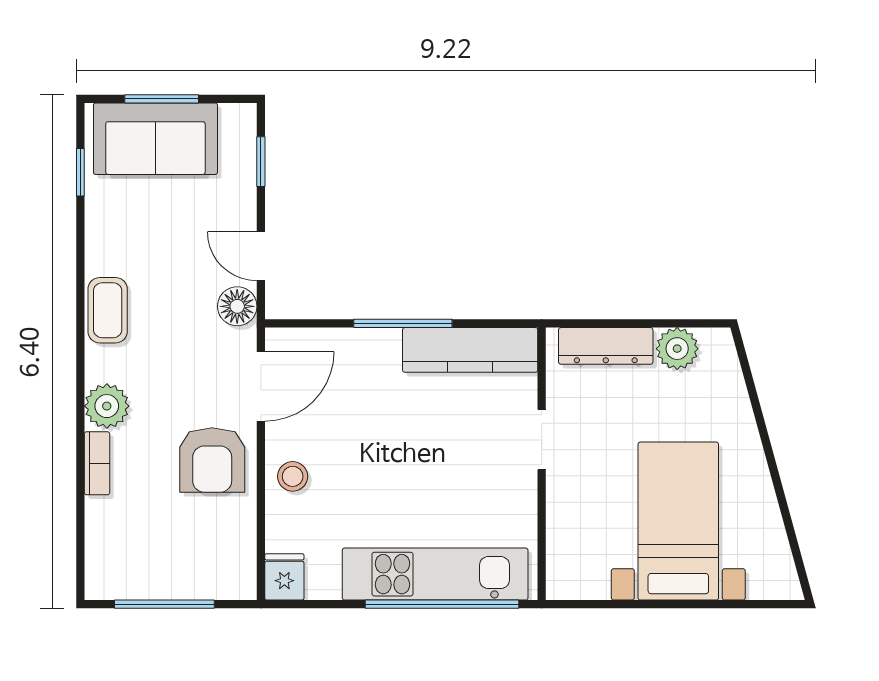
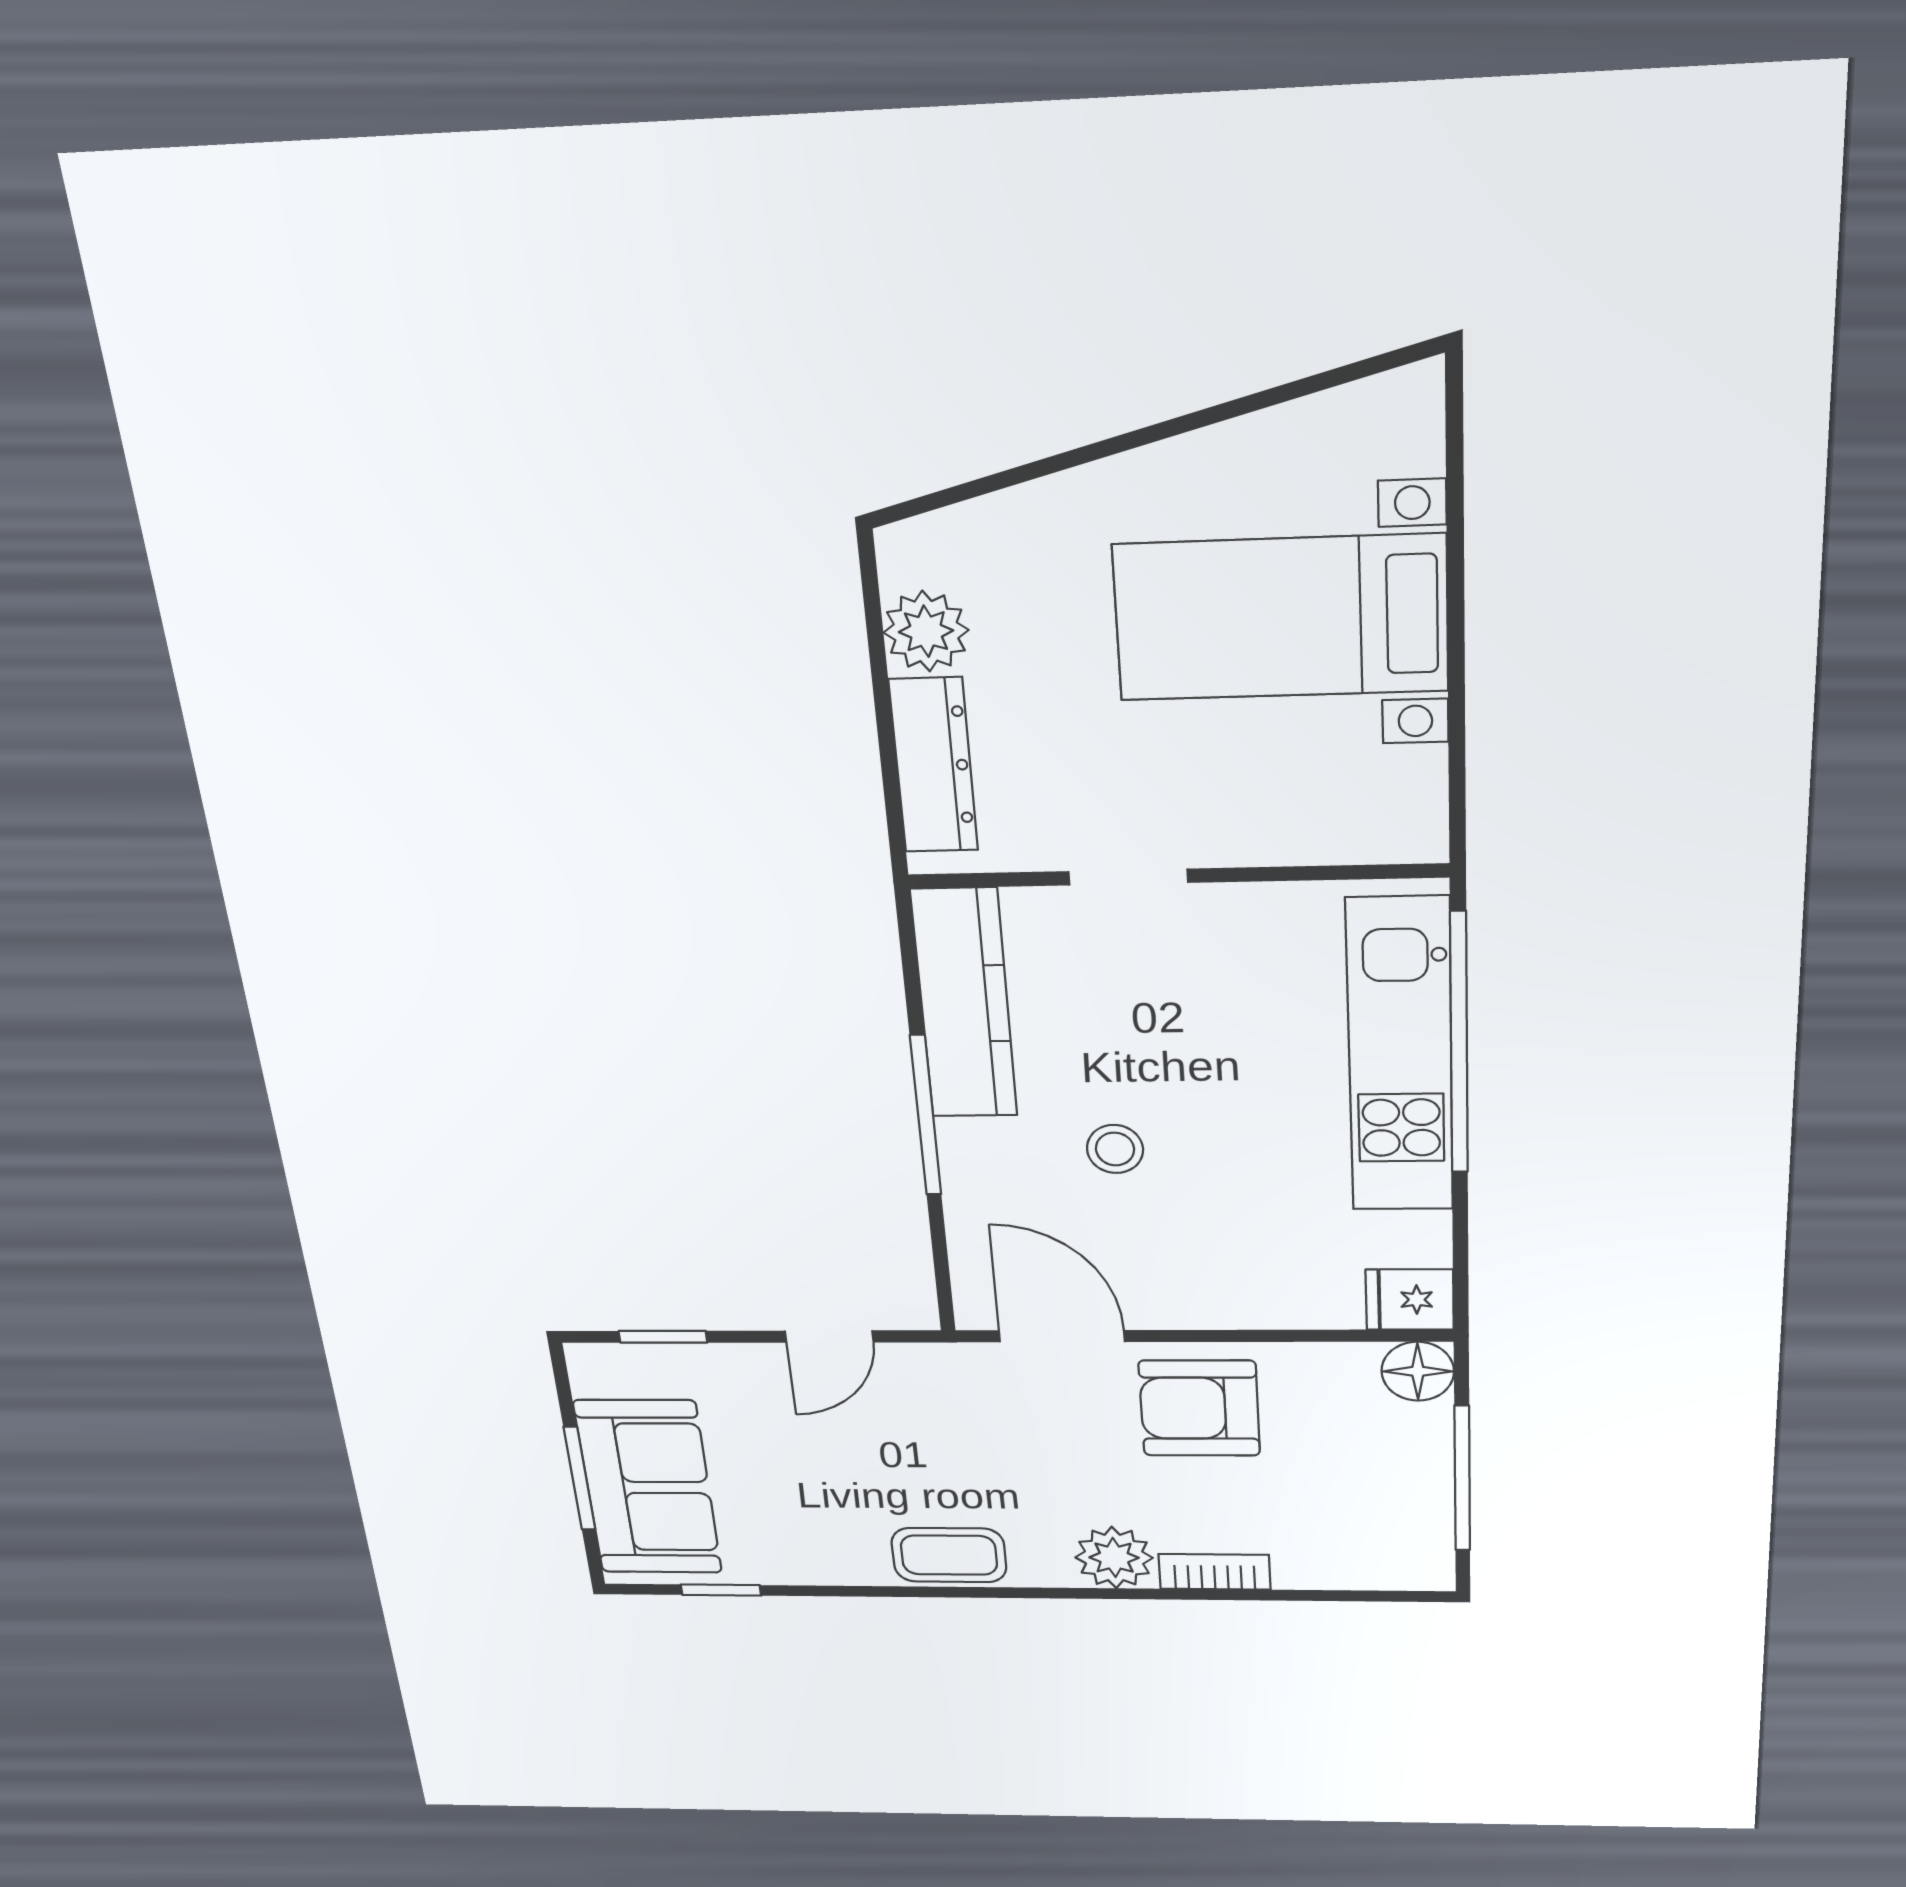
floor lamp: (237, 306) -> (1418, 1371), moved
armchair: (212, 460) -> (1199, 1408), turned 180
stool: (293, 476) -> (1115, 1149), moved

